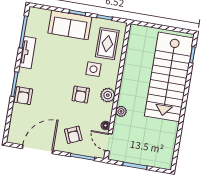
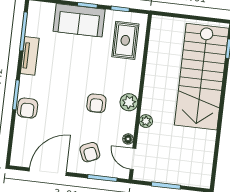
side table: (93, 69) -> (110, 72), removed

